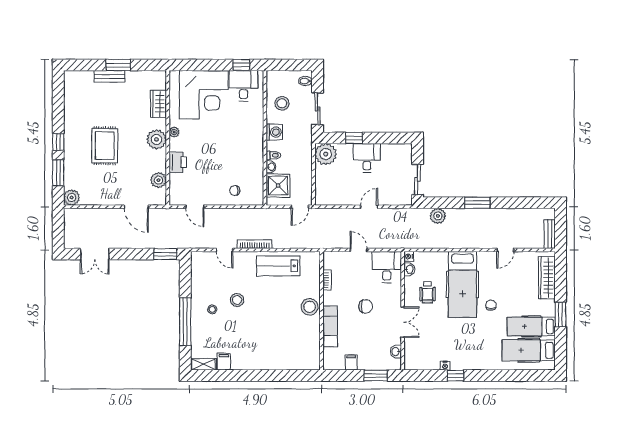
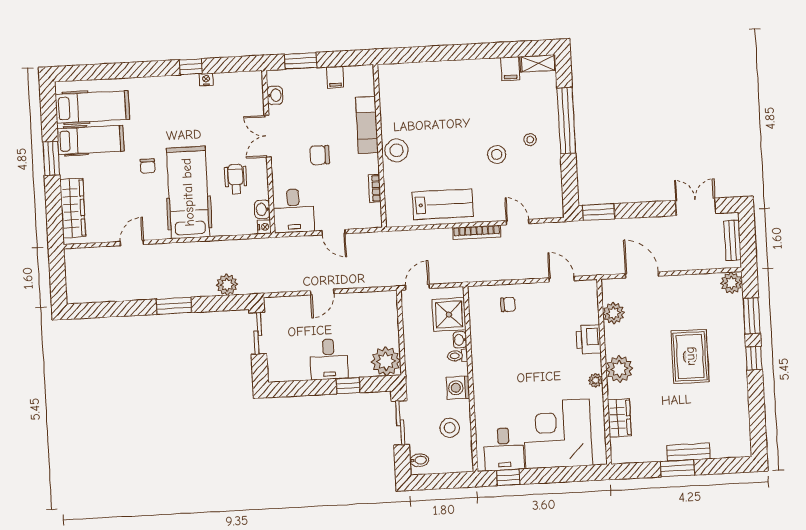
bench: (550, 234) -> (733, 240), moved

